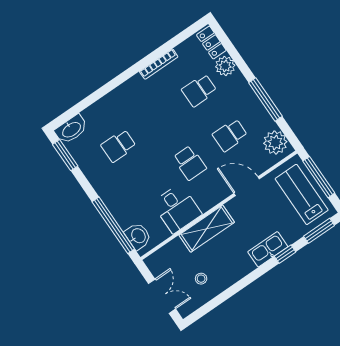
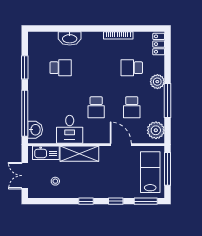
plant: (225, 66) -> (157, 82), moved
washbasin: (71, 129) -> (70, 38), moved
school desk: (230, 135) -> (132, 107), turned -90
school desk: (119, 146) -> (61, 68), turned 180
window: (65, 155) -> (25, 67), moved
kitchen sink: (268, 249) -> (46, 153), moved, turned 180
window: (251, 277) -> (86, 201), added
double door: (162, 296) -> (25, 176), swing flipped

